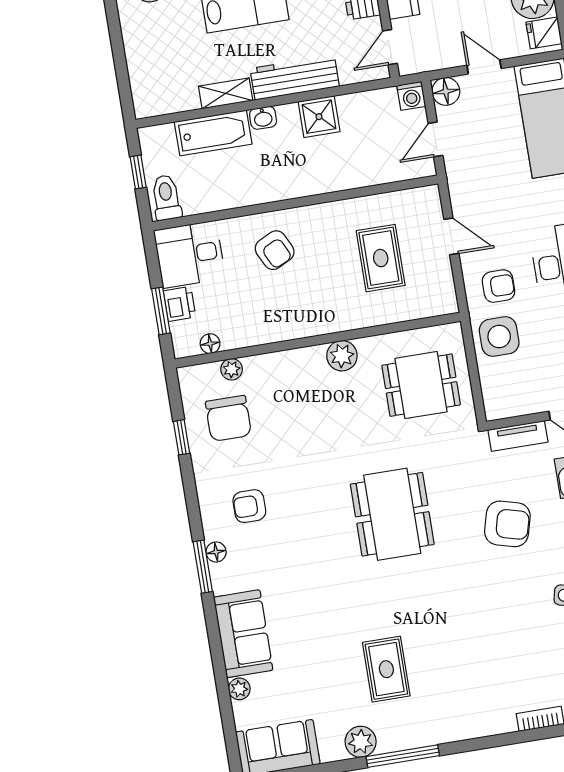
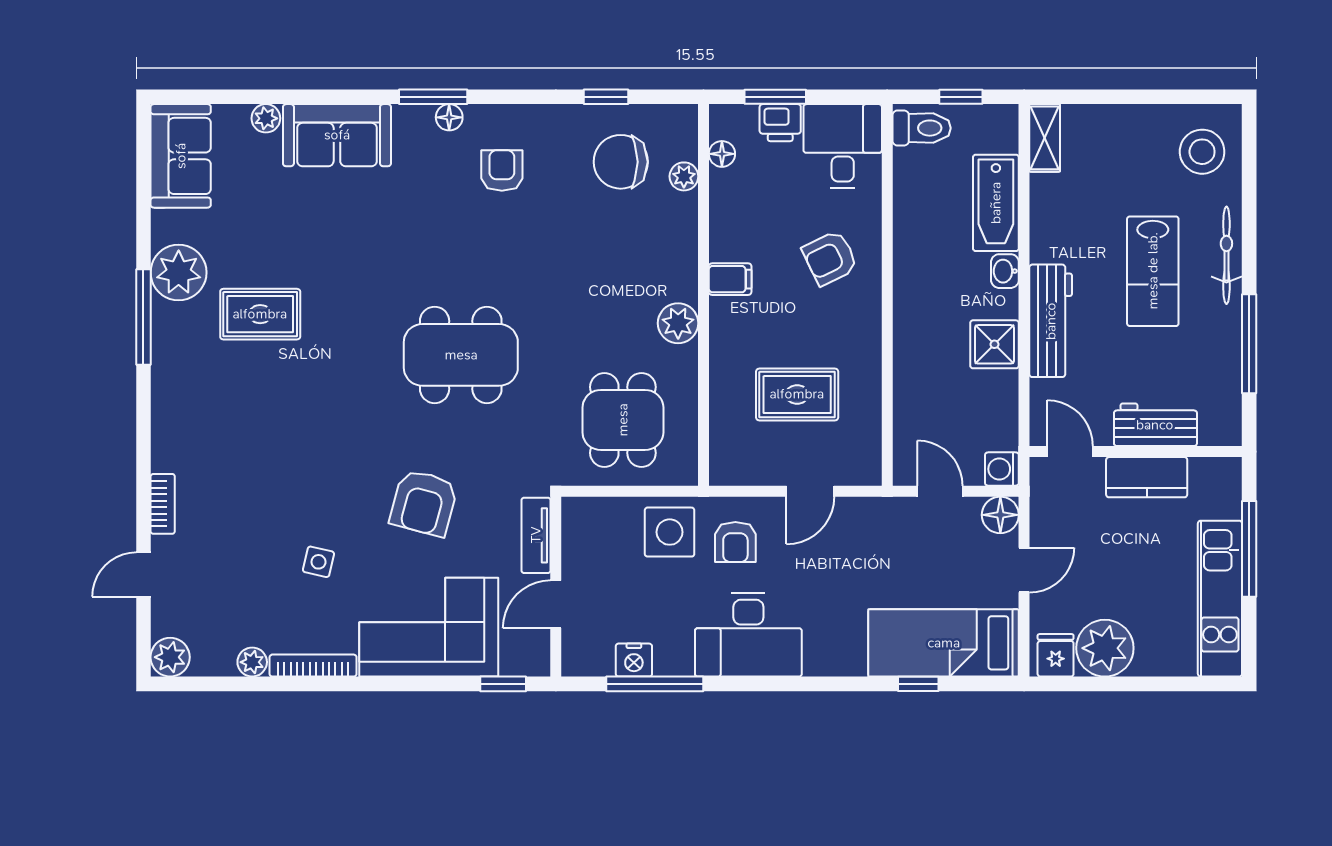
shelving: (226, 93) -> (1045, 138), moved
filing cabinet: (303, 322) -> (730, 279), added
plant: (361, 742) -> (179, 272), width x1.36, depth x1.36

